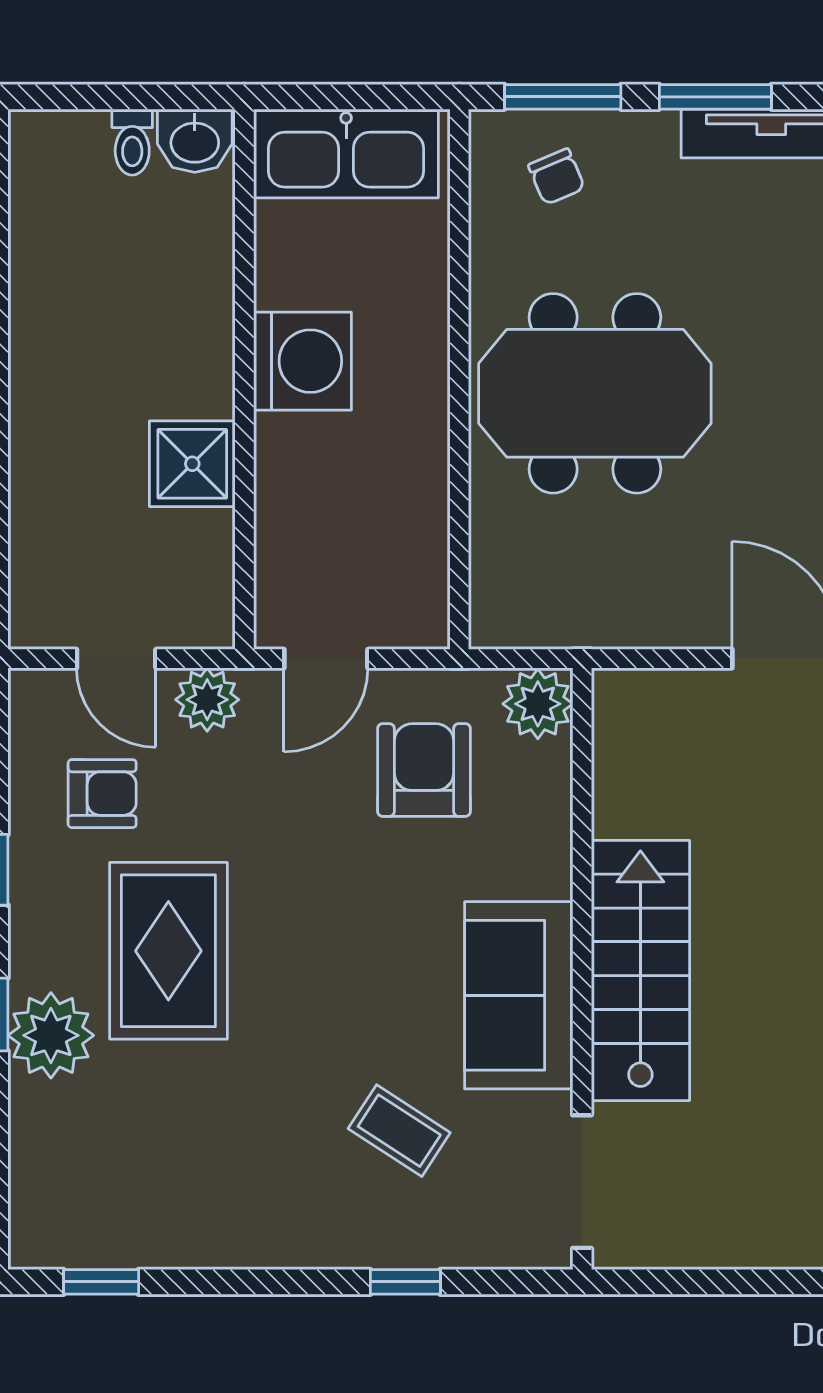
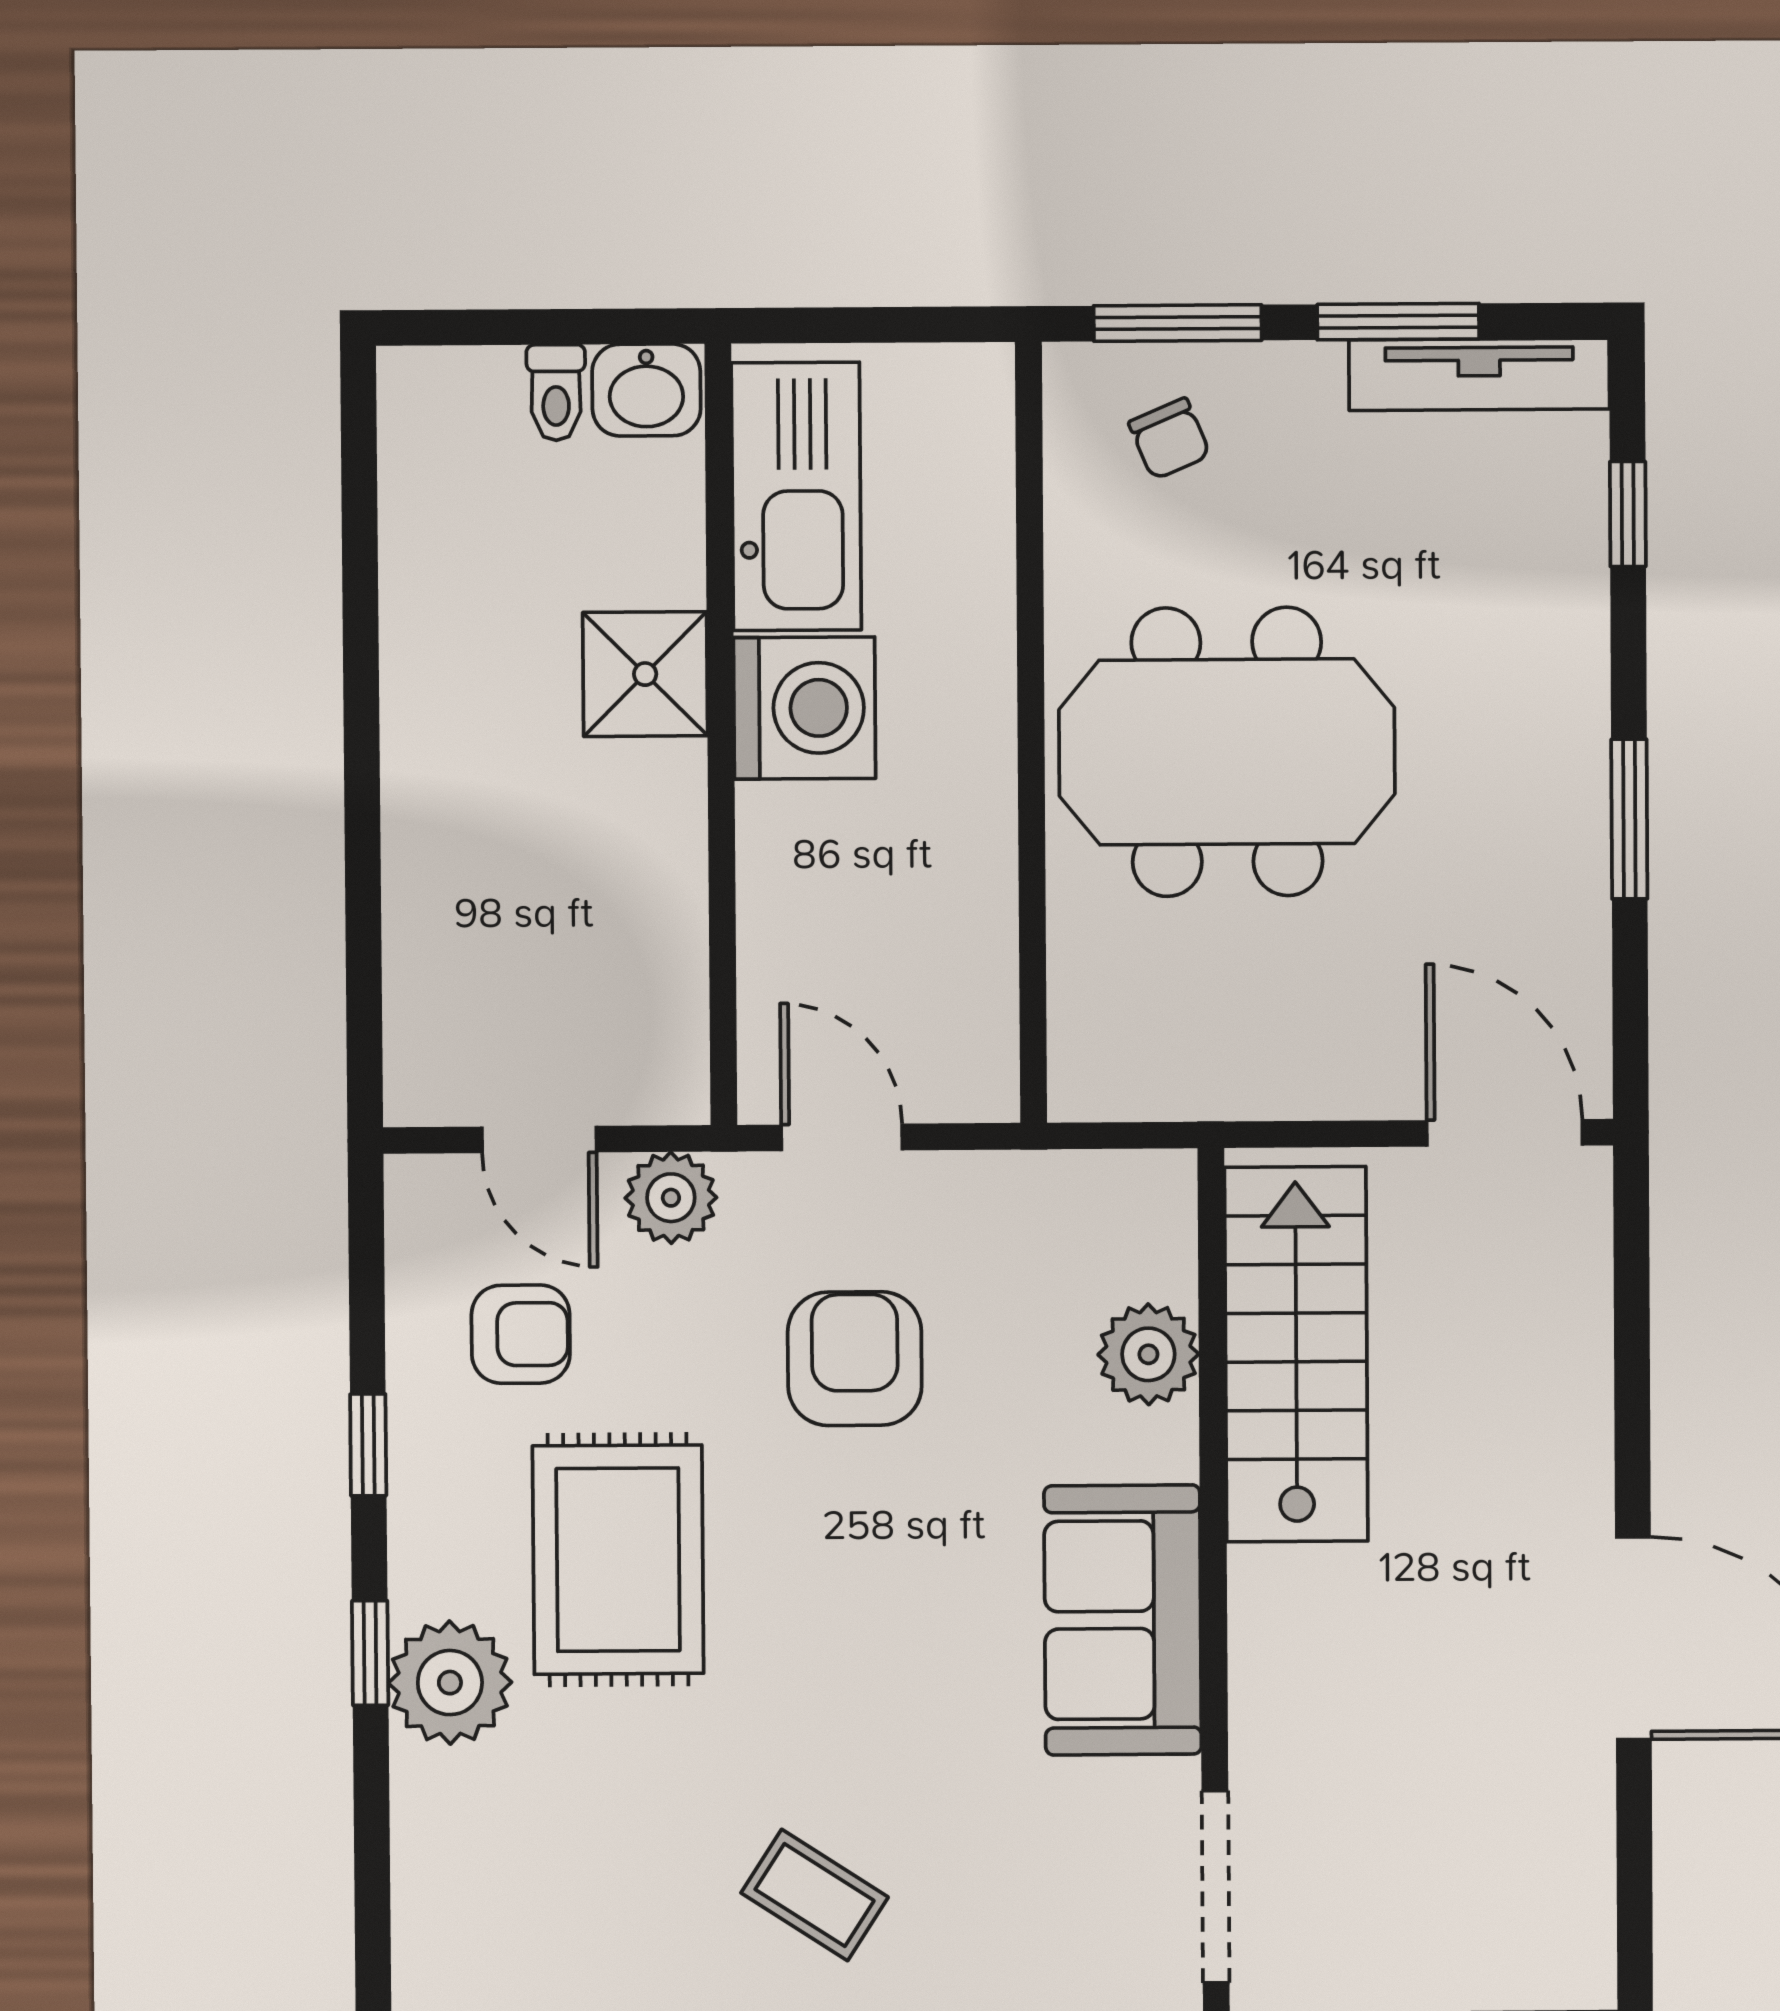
kitchen sink: (346, 153) -> (796, 496), moved, turned -90
shower: (192, 464) -> (645, 674), moved
door: (326, 659) -> (842, 1137), swing flipped
plant: (538, 704) -> (1148, 1354), moved
armchair: (424, 770) -> (855, 1359), moved
stairs: (640, 970) -> (1296, 1354), moved
coffee table: (399, 1131) -> (815, 1895), moved

